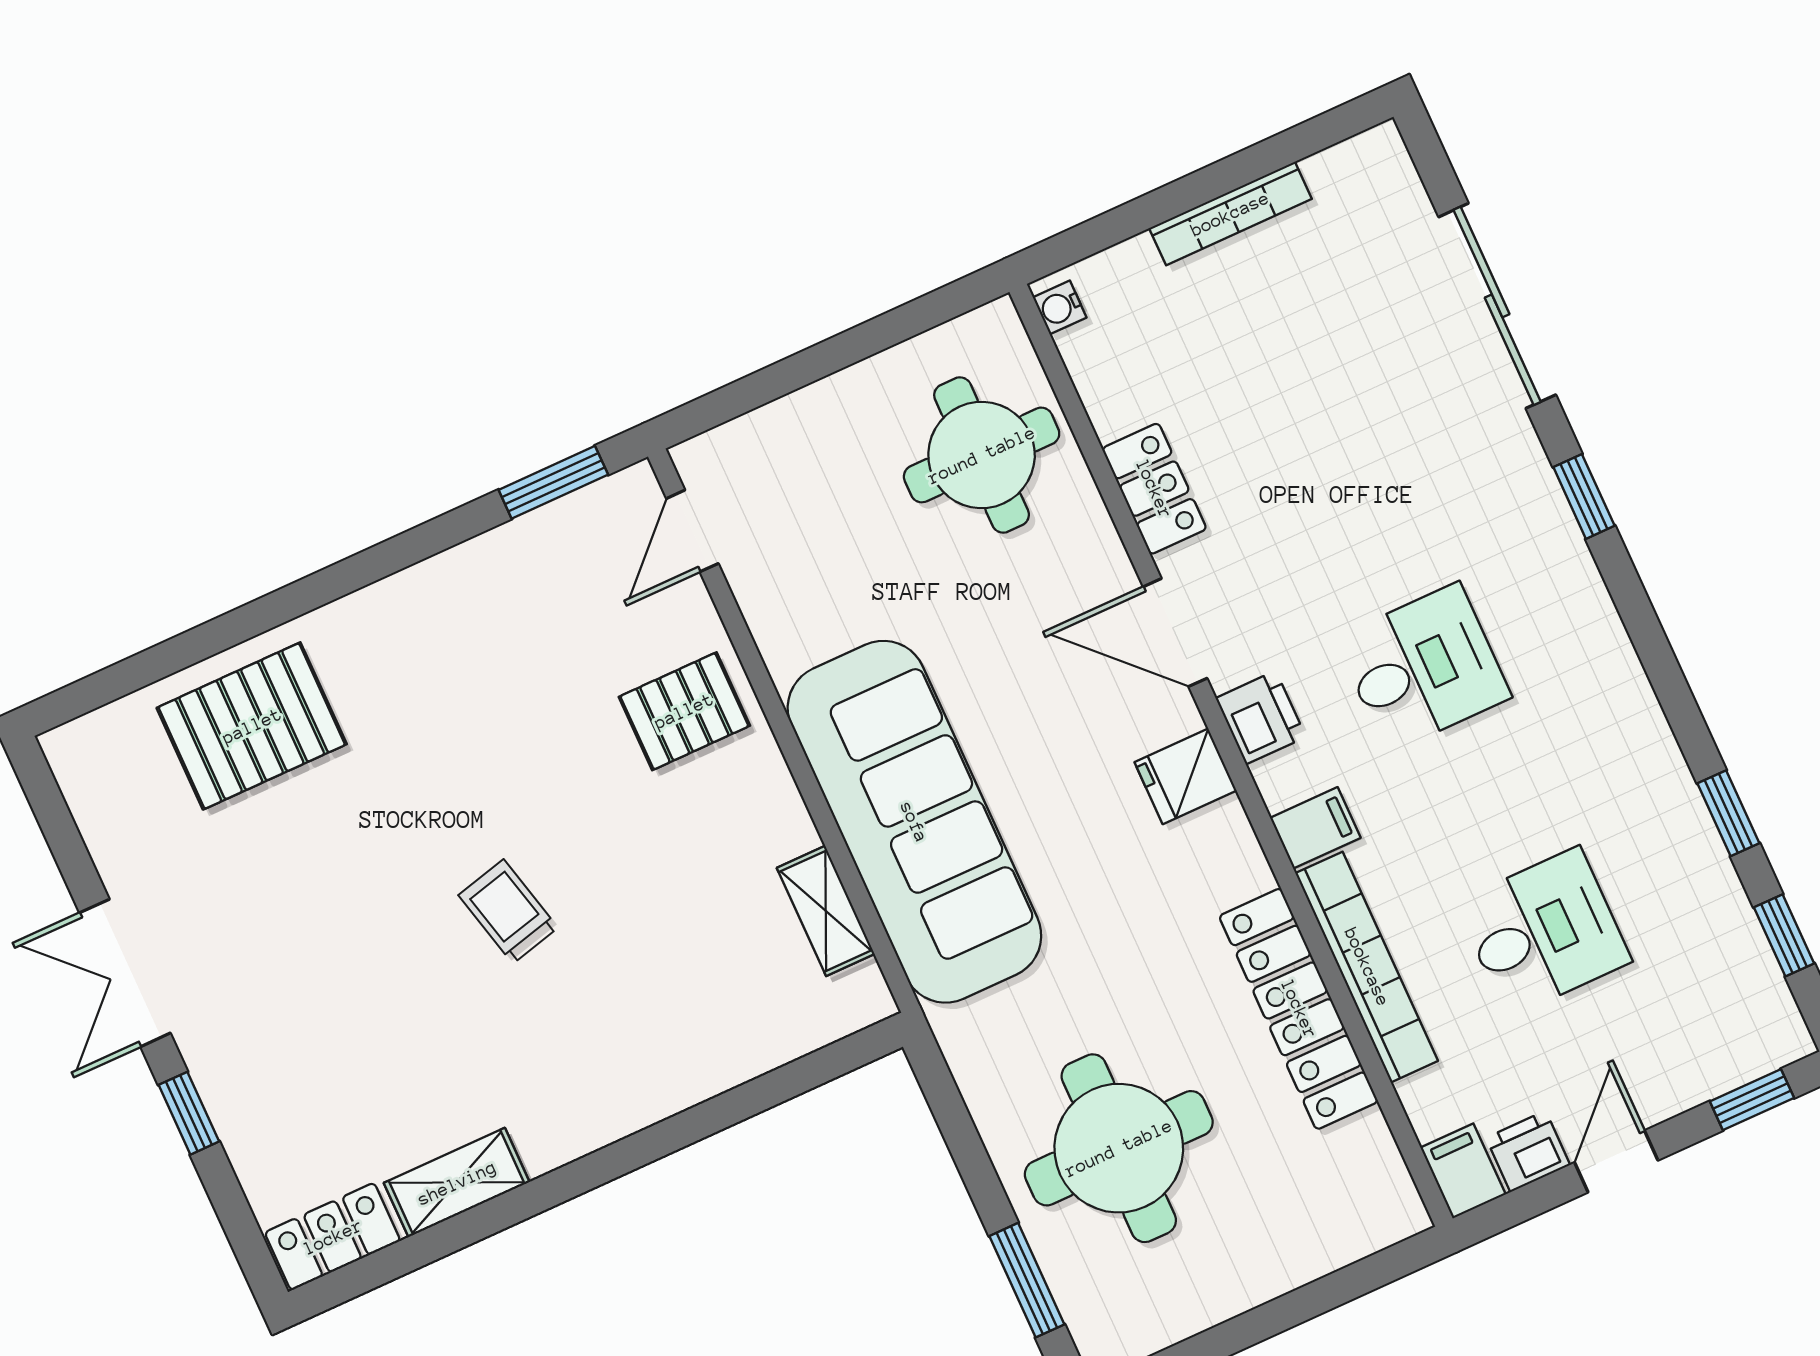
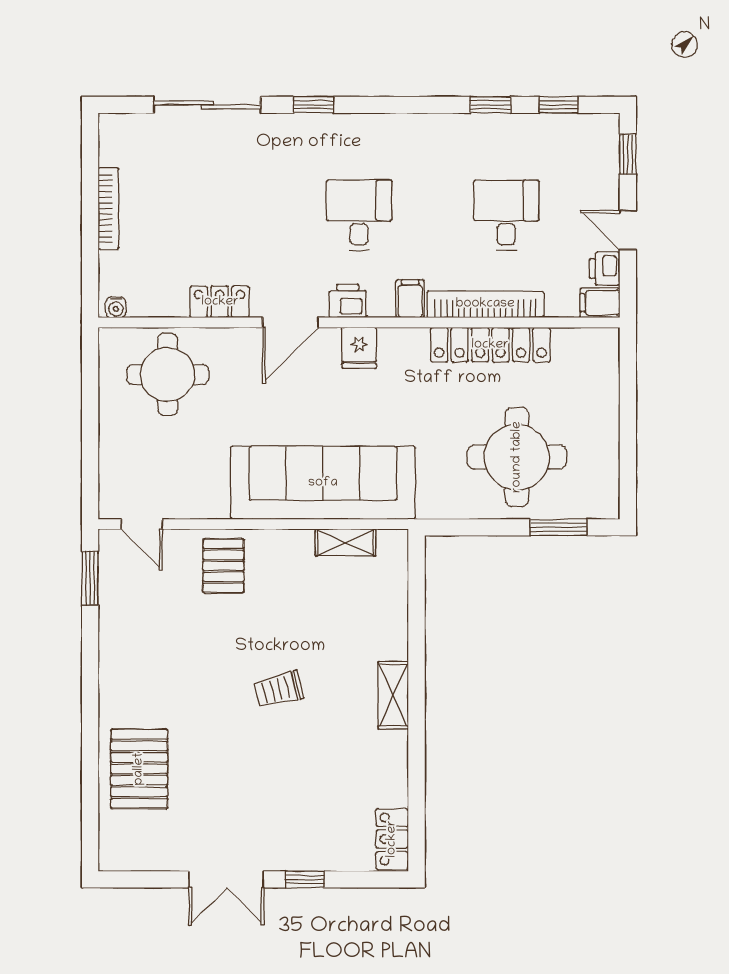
shelving: (457, 1183) -> (393, 695), moved

